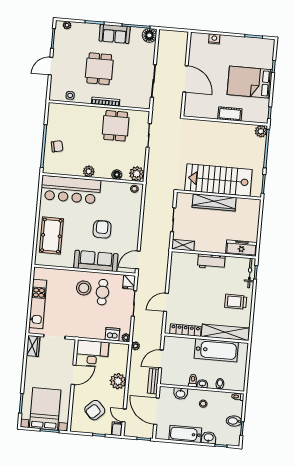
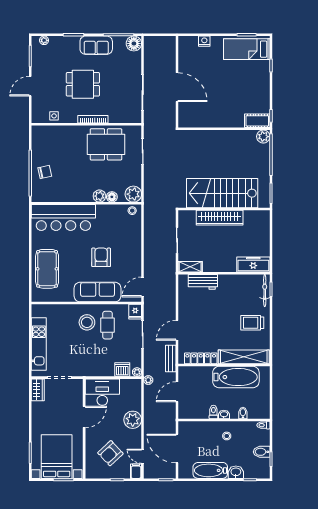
dining table: (99, 69) -> (83, 84), turned 90
bed: (250, 82) -> (247, 49), moved, width x0.67
cot: (230, 114) -> (257, 121), moved
dining table: (116, 126) -> (106, 144), width x1.38
plant: (89, 171) -> (99, 196), moved
workbench: (211, 262) -> (203, 282), moved
bench: (153, 381) -> (171, 358), moved
washbasin: (180, 394) -> (201, 427), removed

